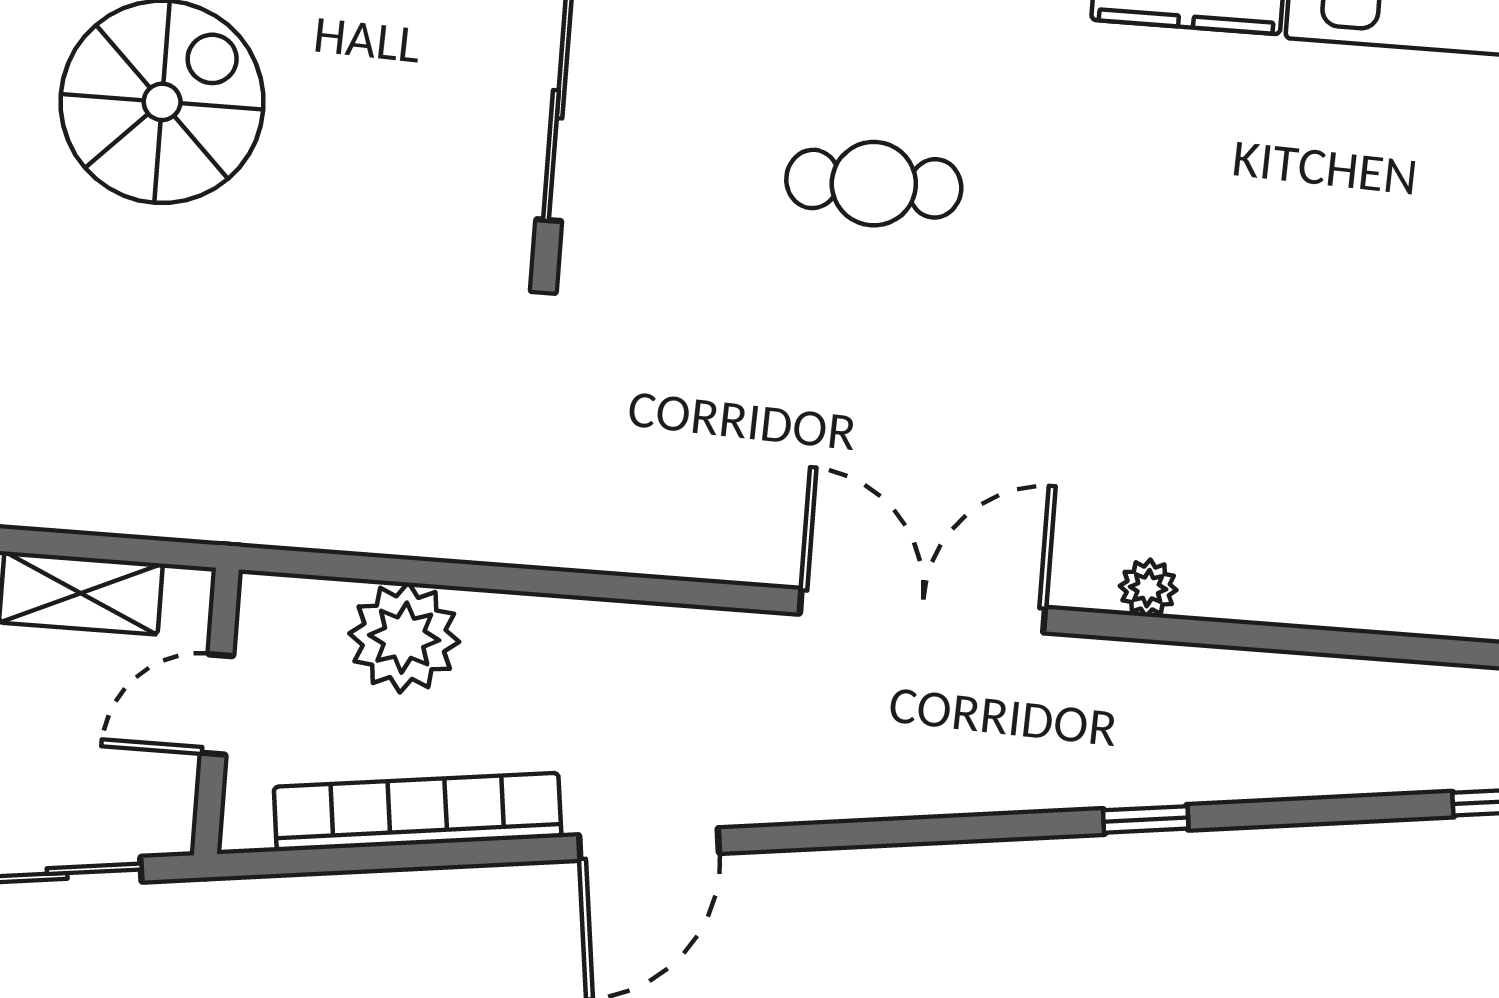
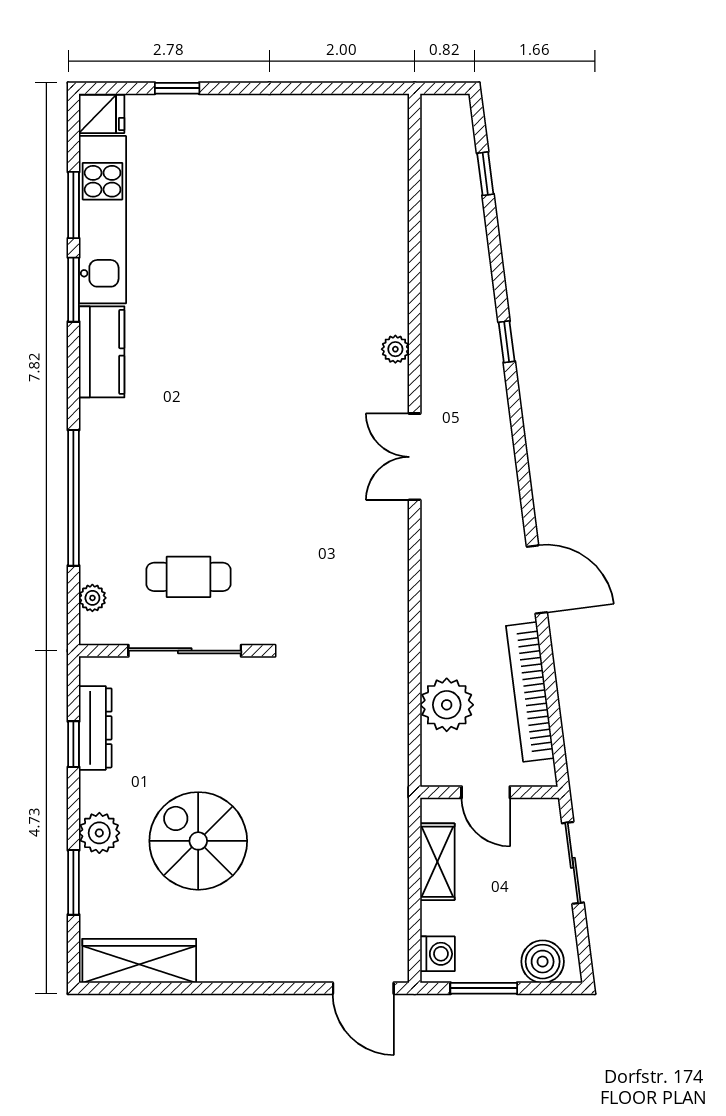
cafe table: (874, 184) -> (188, 577), moved, turned 90
double door: (922, 611) -> (415, 457), width x0.73

